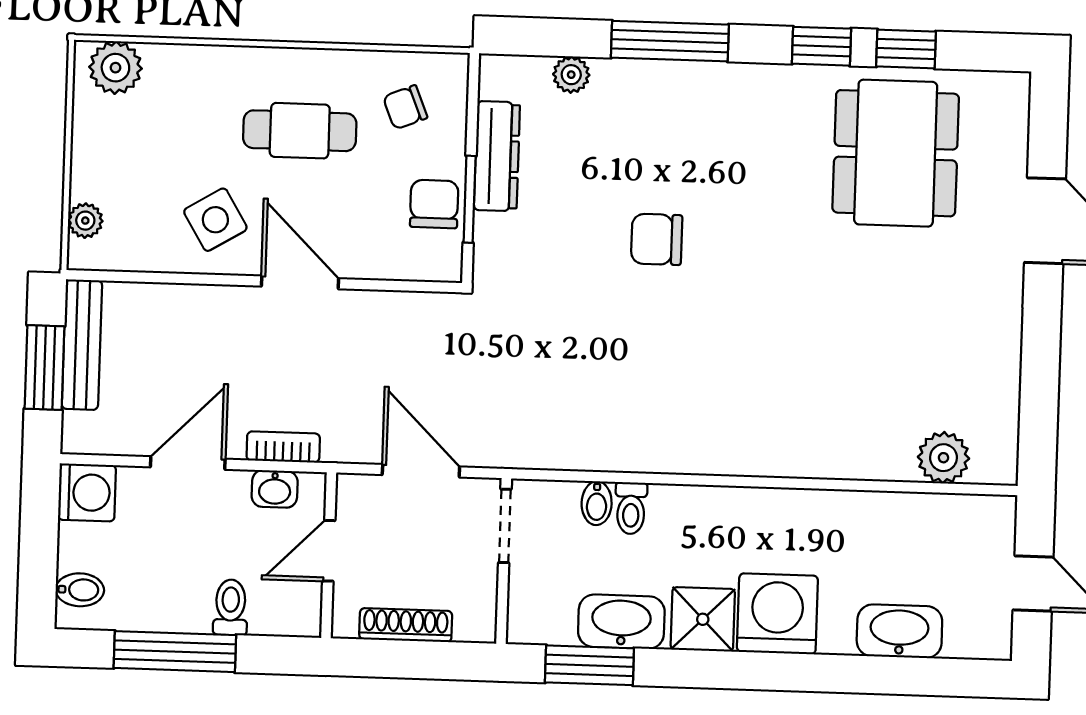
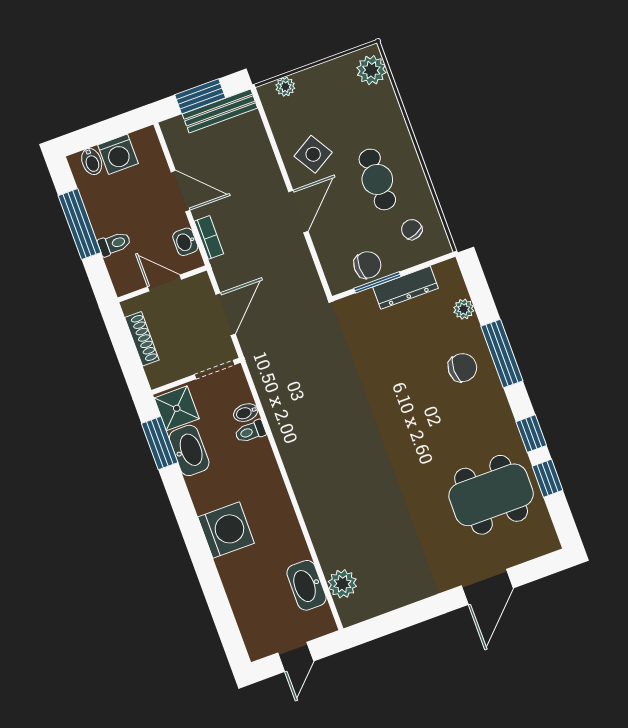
chair: (657, 239) -> (462, 368), moved, turned 90
washing machine: (87, 492) -> (118, 154), moved
shower: (703, 619) -> (177, 408), moved
washbasin: (899, 631) -> (306, 585), moved, turned 180

